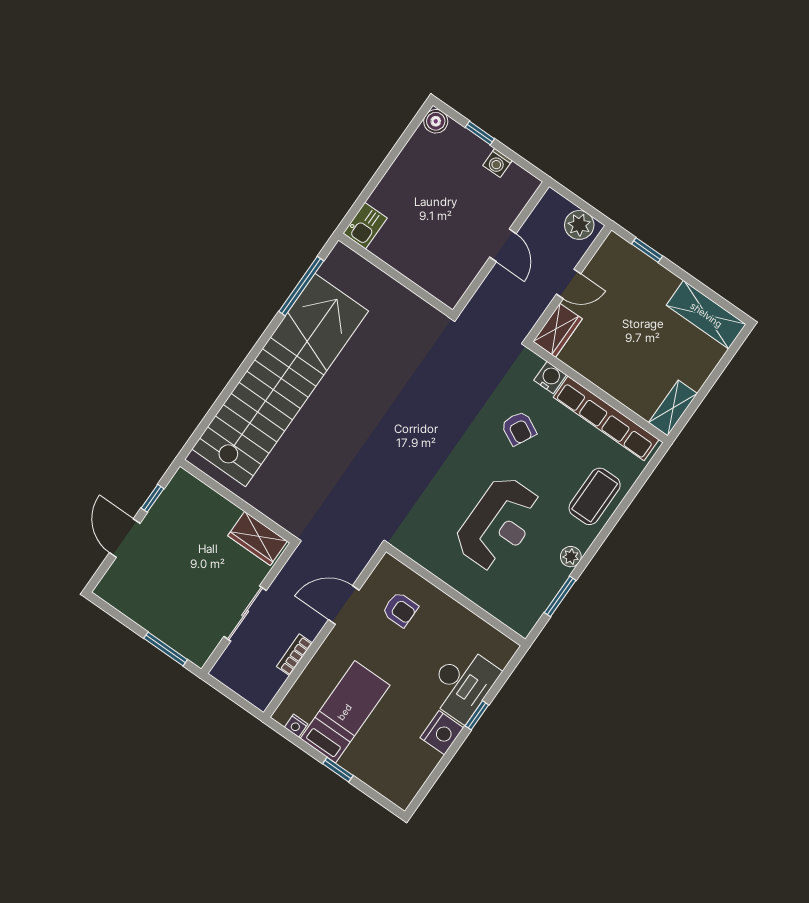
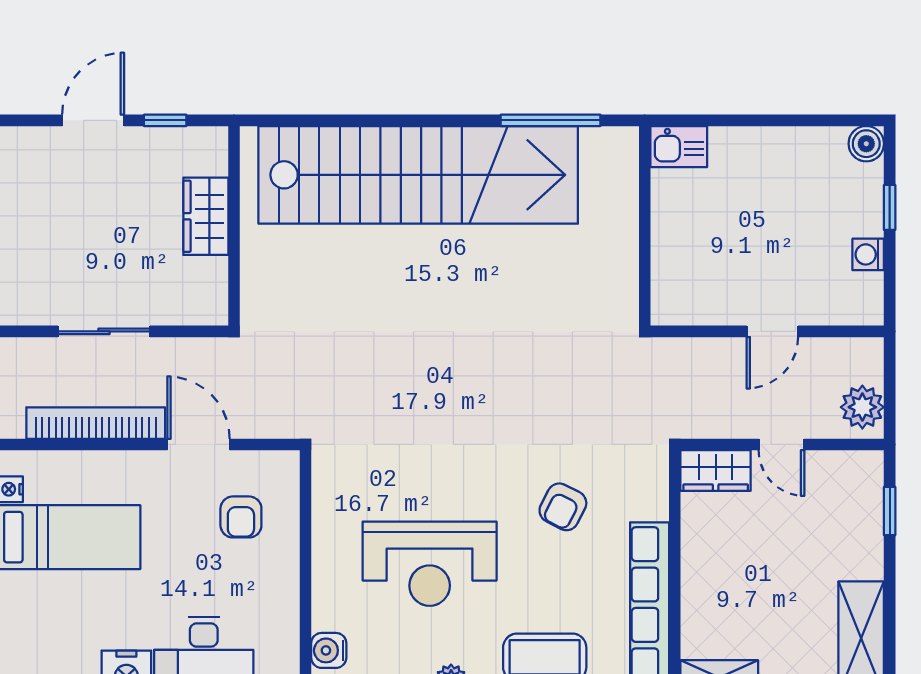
water cooler: (550, 378) -> (329, 650), moved, turned 180
wardrobe: (257, 538) -> (206, 216), moved
bookcase: (294, 655) -> (96, 423), width x2.31, depth x1.31

